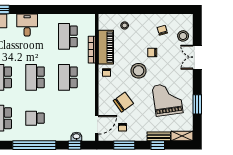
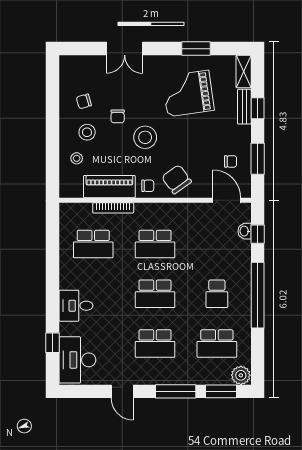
stool: (183, 36) -> (87, 132), moved
chair: (123, 102) -> (177, 179), moved

